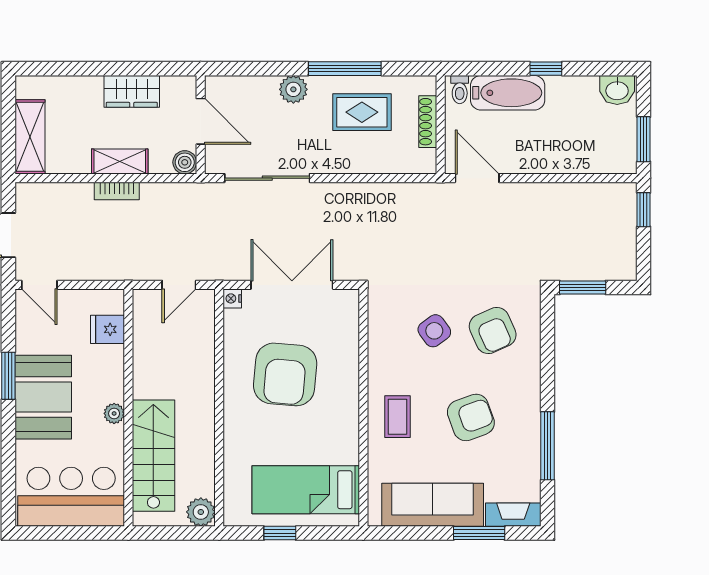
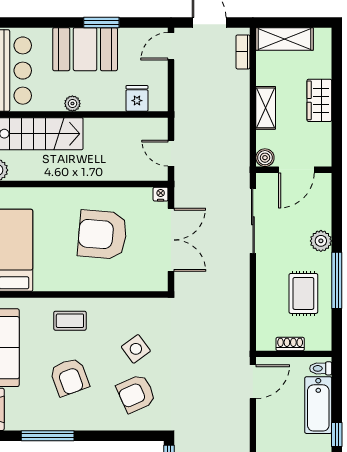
wardrobe: (132, 91) -> (319, 100), moved
shoe rack: (428, 122) -> (290, 344), width x0.70
bookcase: (117, 191) -> (243, 52), moved

